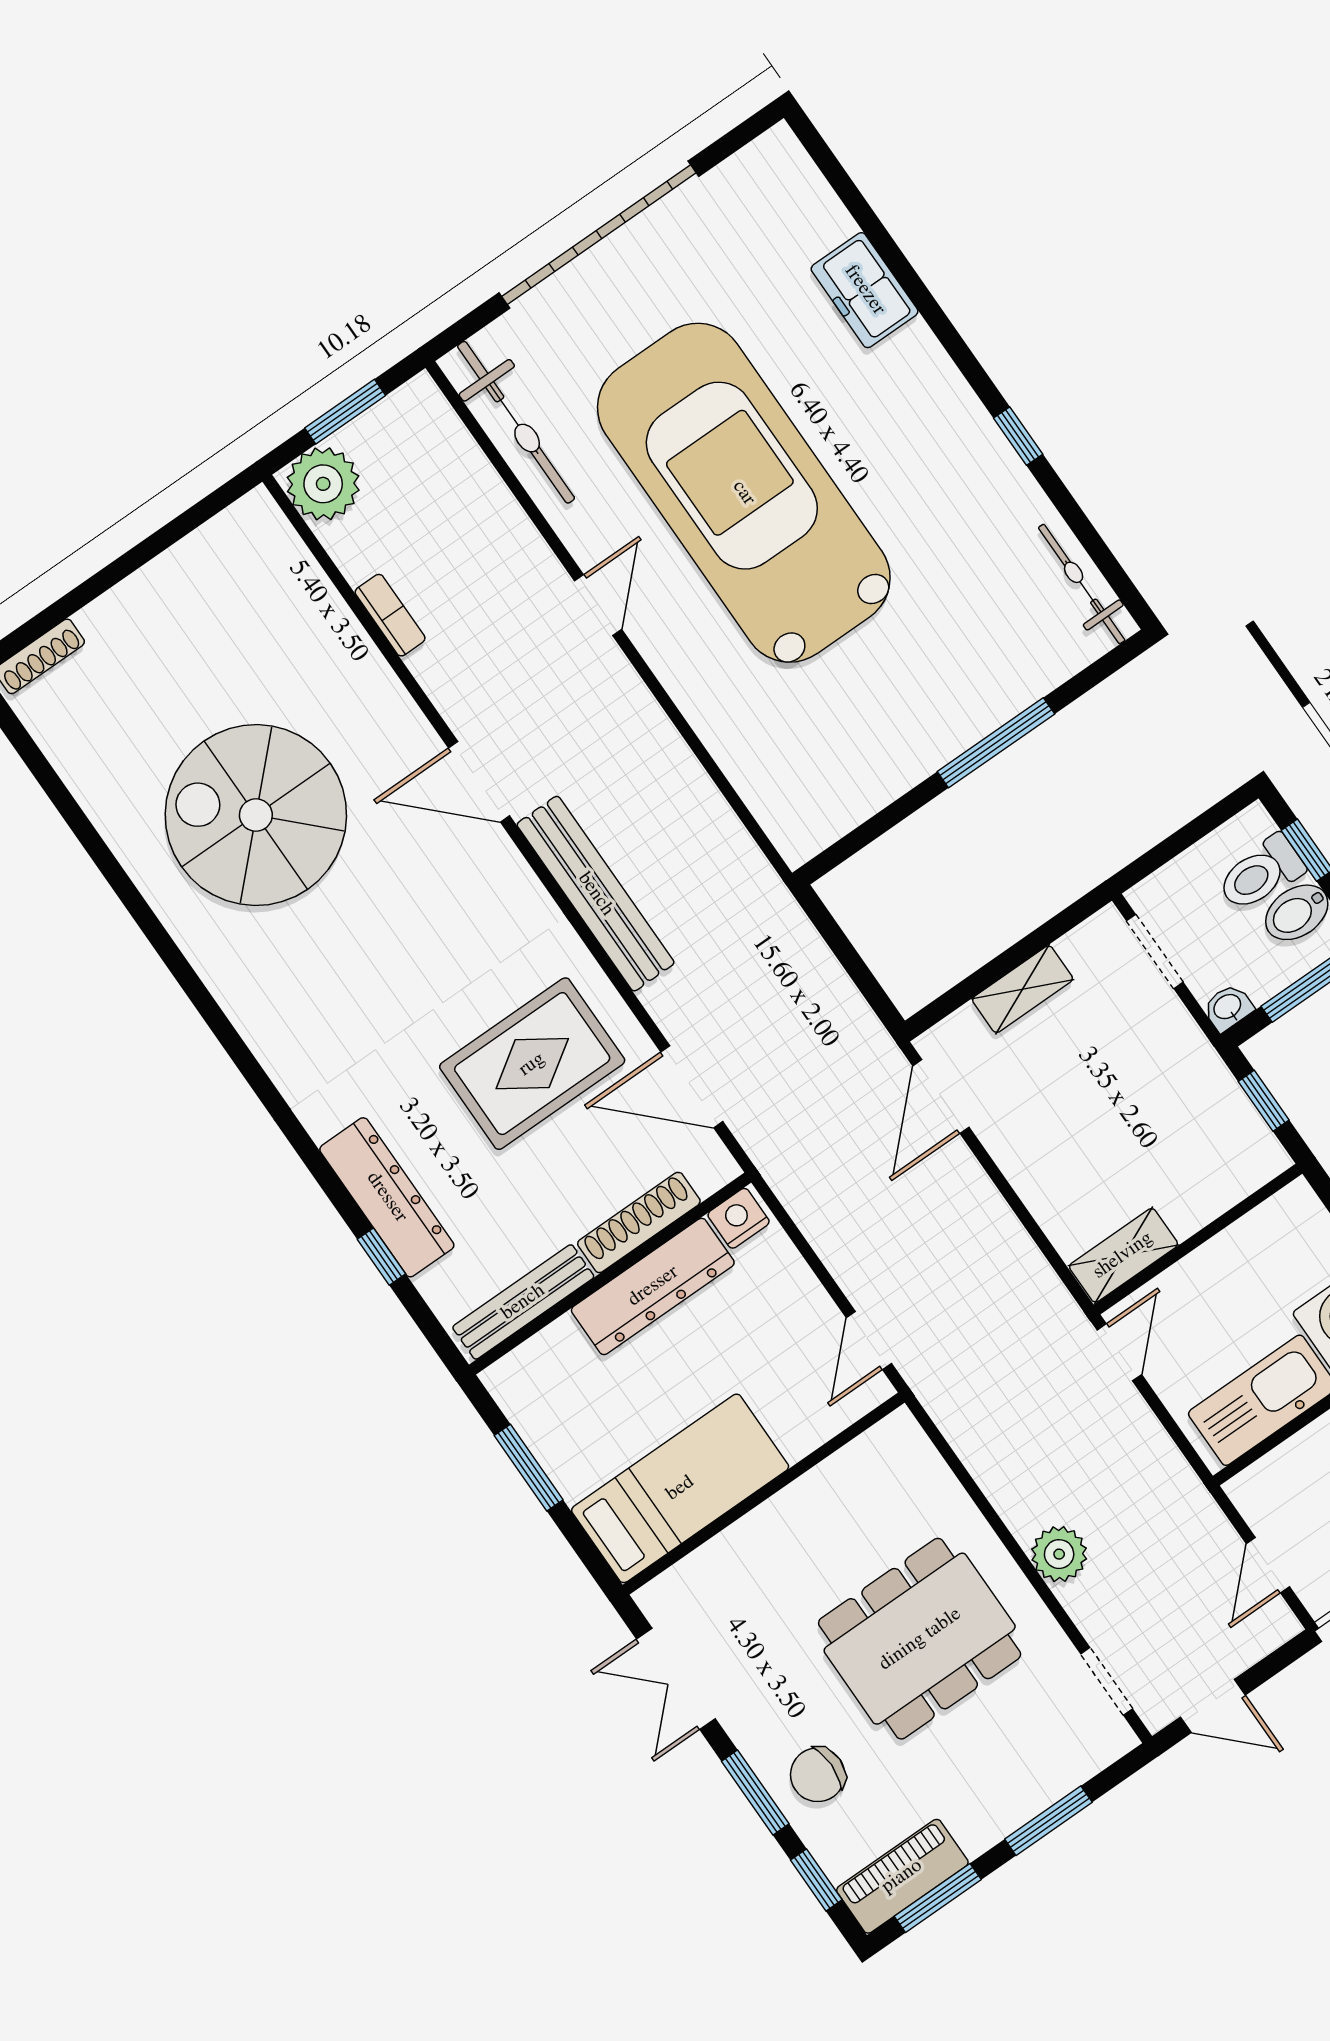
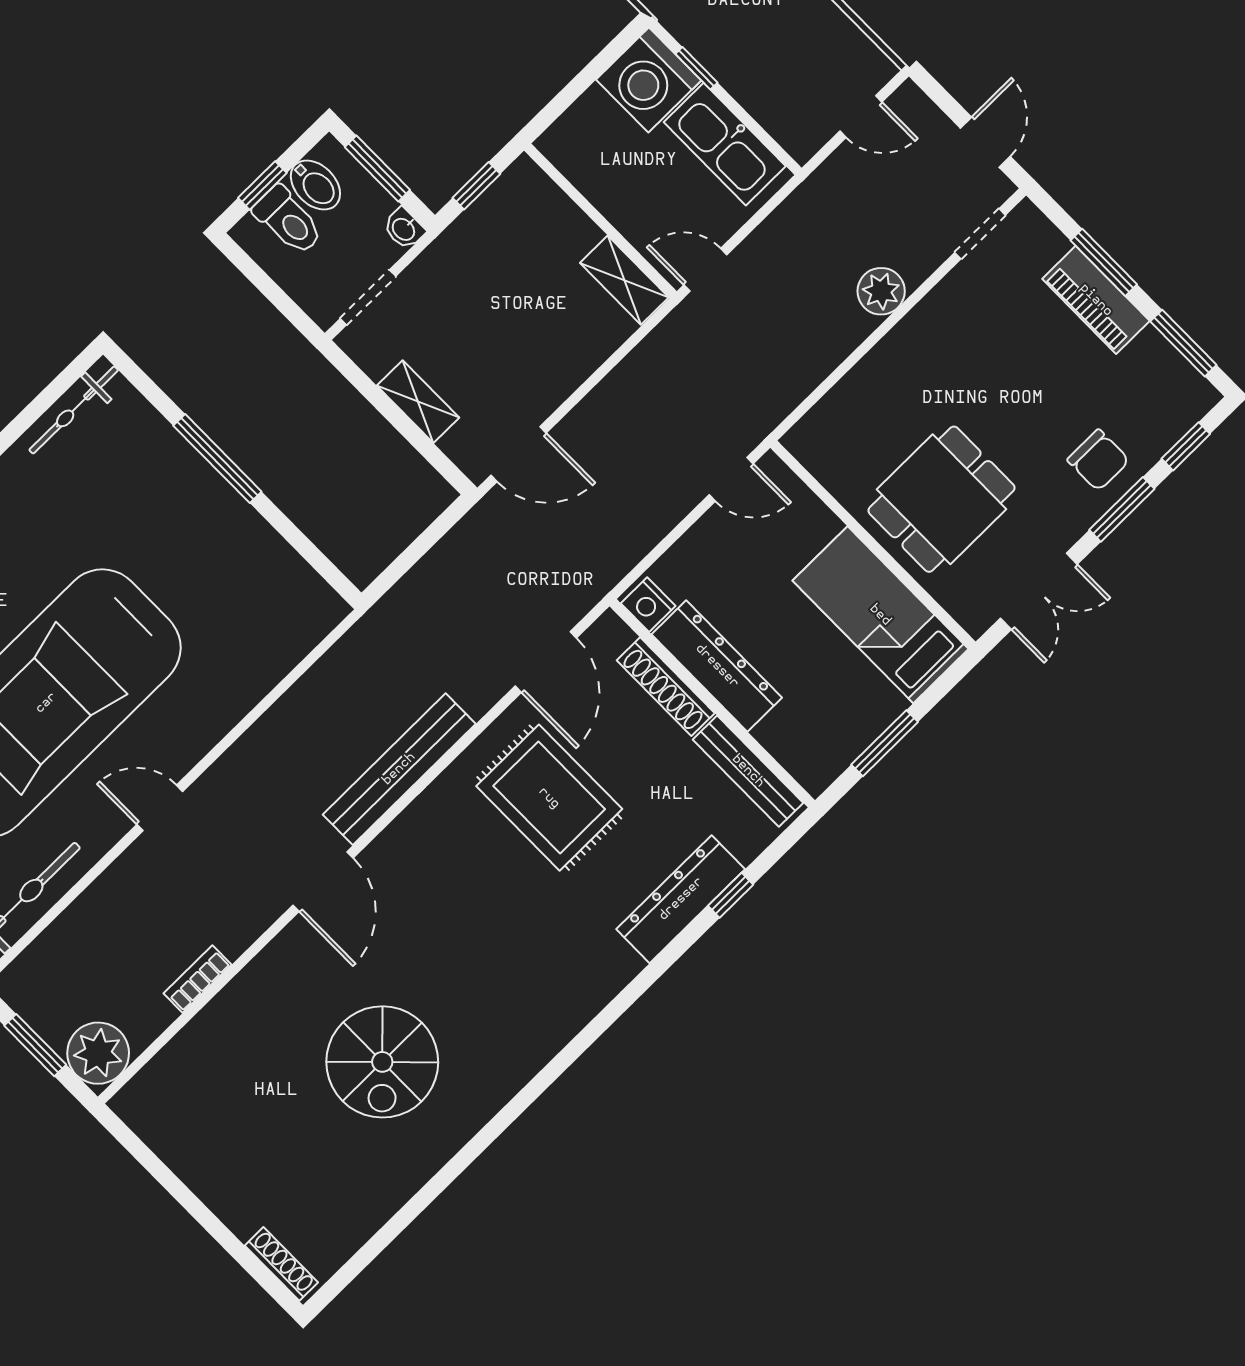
spiral stairs: (256, 815) -> (382, 1062), width x0.73, depth x0.73
dining table: (920, 1639) -> (941, 499), moved, width x0.73
piano: (902, 1876) -> (1096, 300), moved

